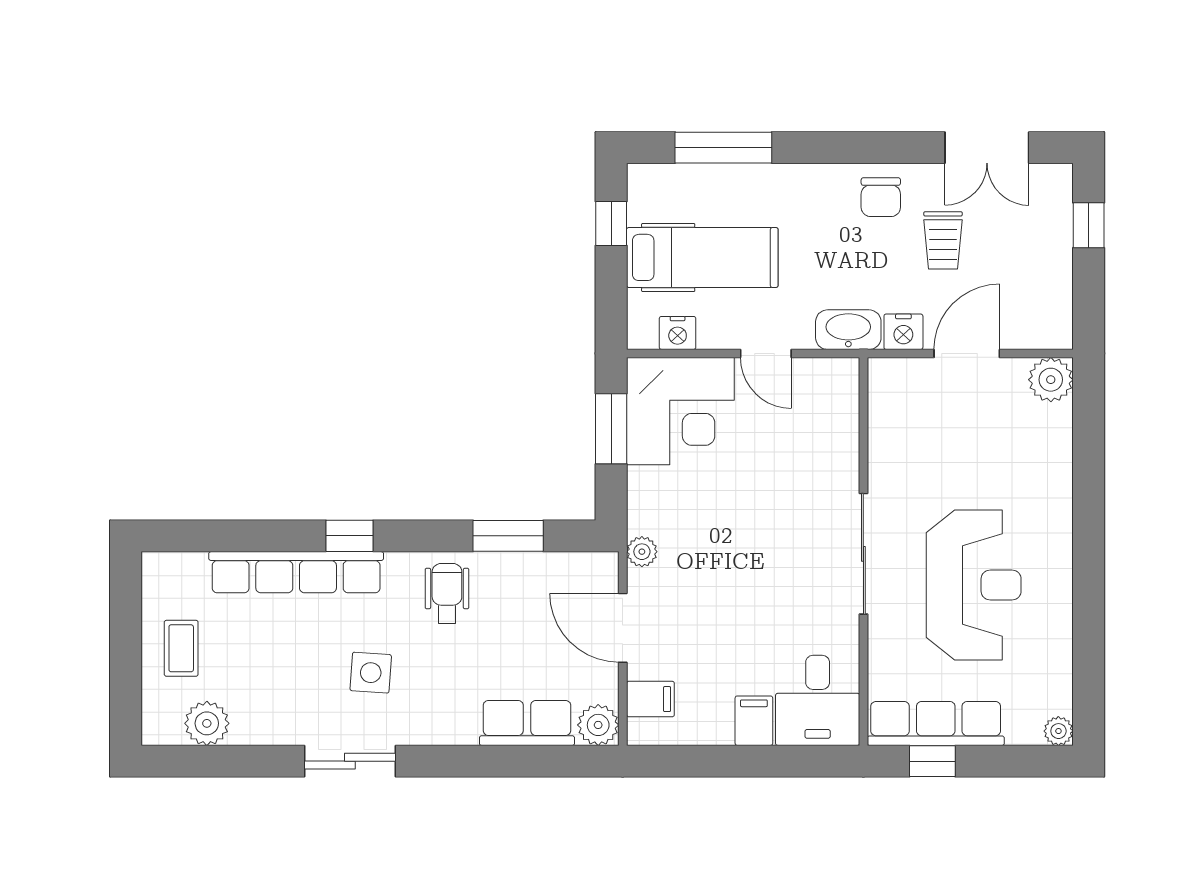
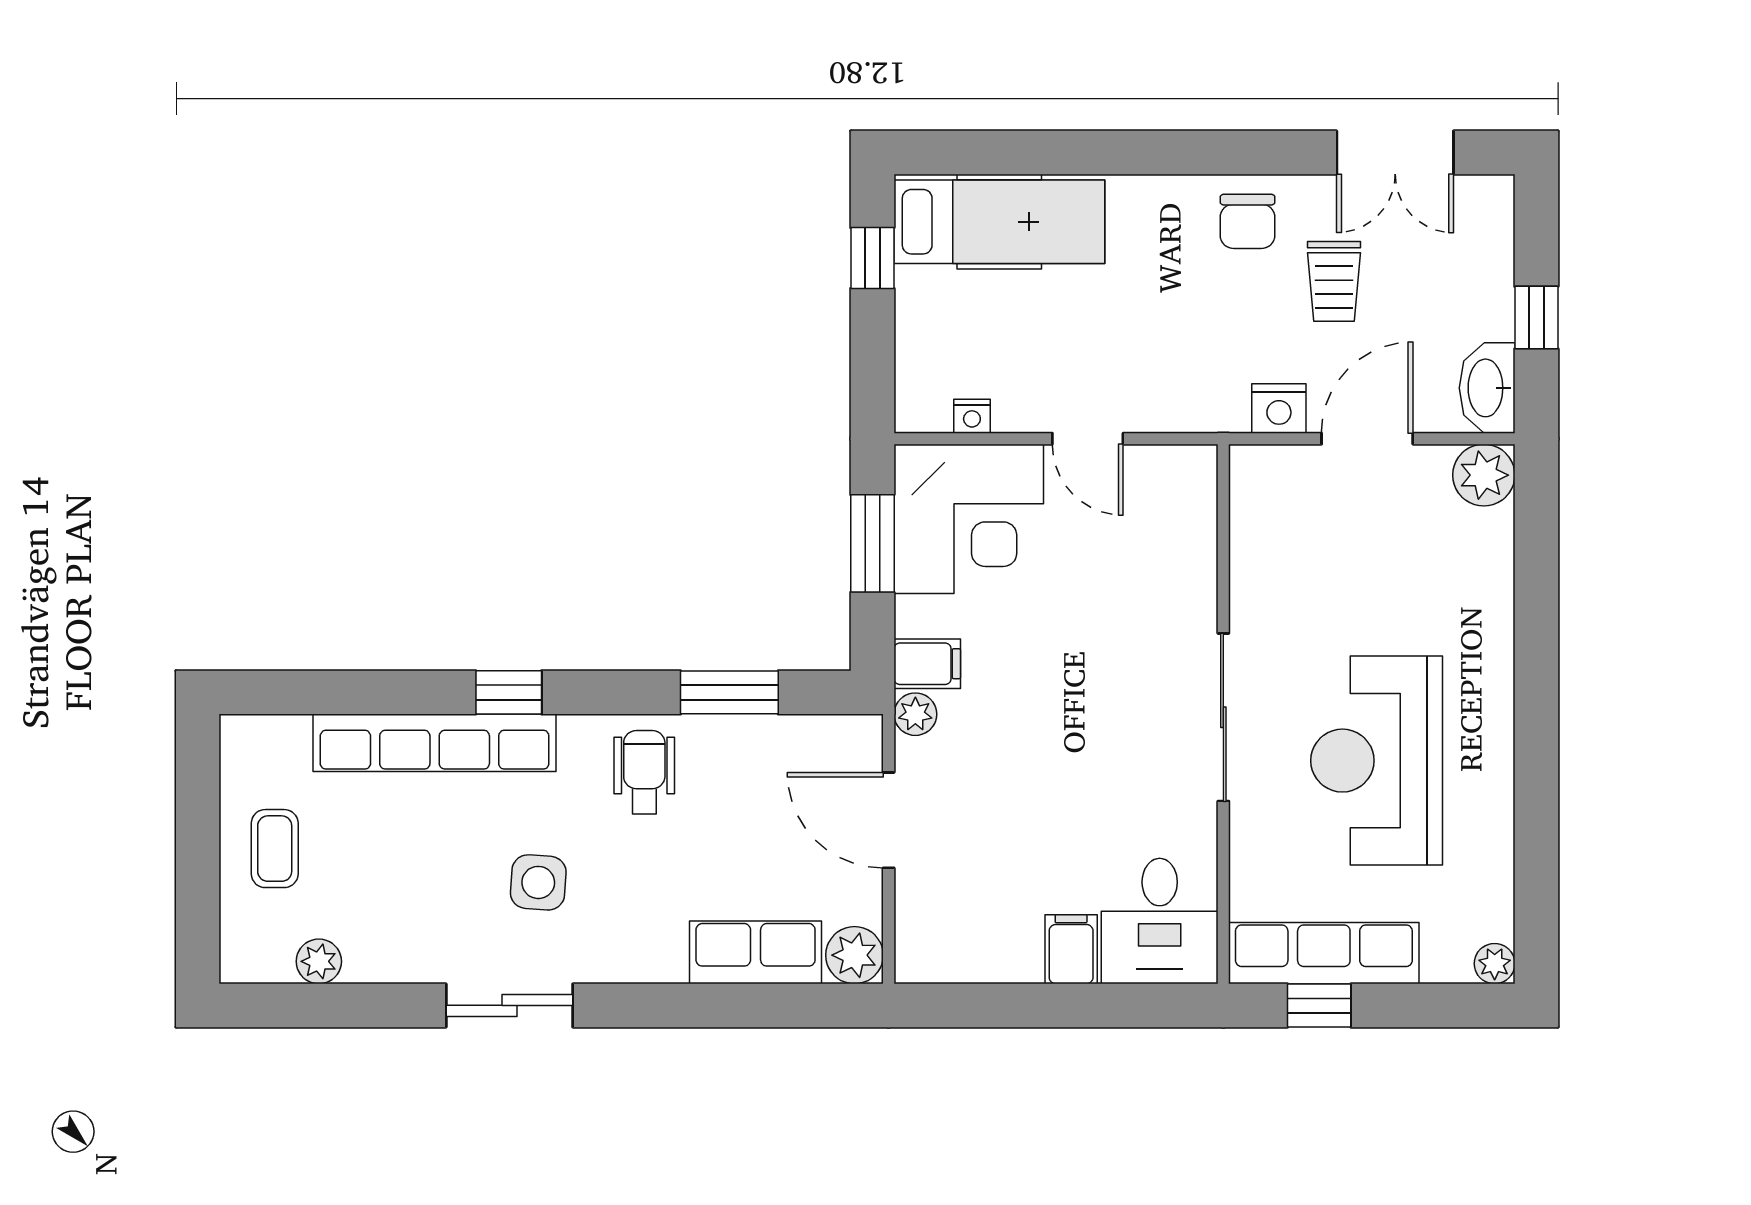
window: (723, 148) -> (1029, 153), removed
window: (1089, 225) -> (1536, 318), moved
hospital bed: (702, 257) -> (999, 222), moved
washbasin: (848, 330) -> (1487, 388), moved, turned -90
nightstand: (678, 333) -> (972, 416), width x0.72, depth x0.74
reception desk: (974, 585) -> (1377, 761), turned 180
filing cabinet: (650, 699) -> (927, 664), moved
plant: (207, 723) -> (319, 961), width x0.73, depth x0.73

